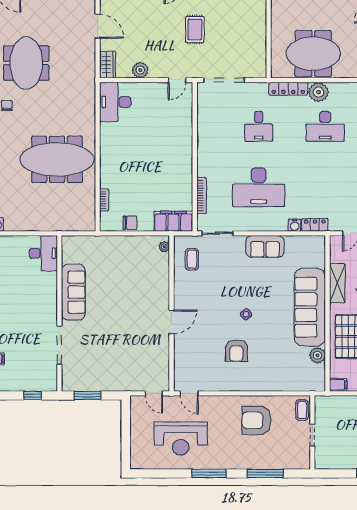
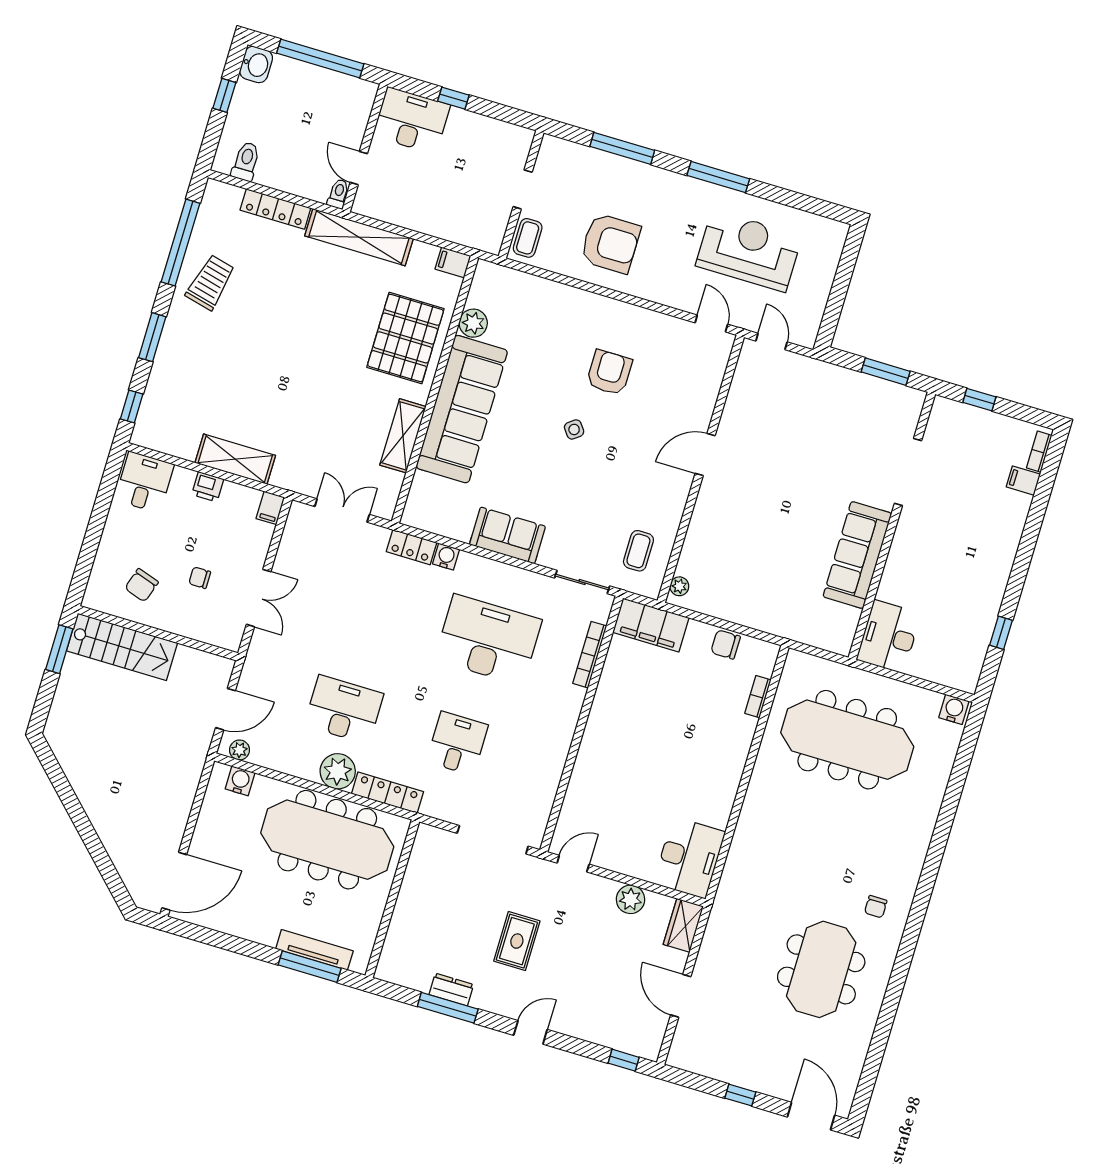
meeting table: (313, 54) -> (327, 840), width x1.36
meeting table: (57, 159) -> (847, 740), moved

